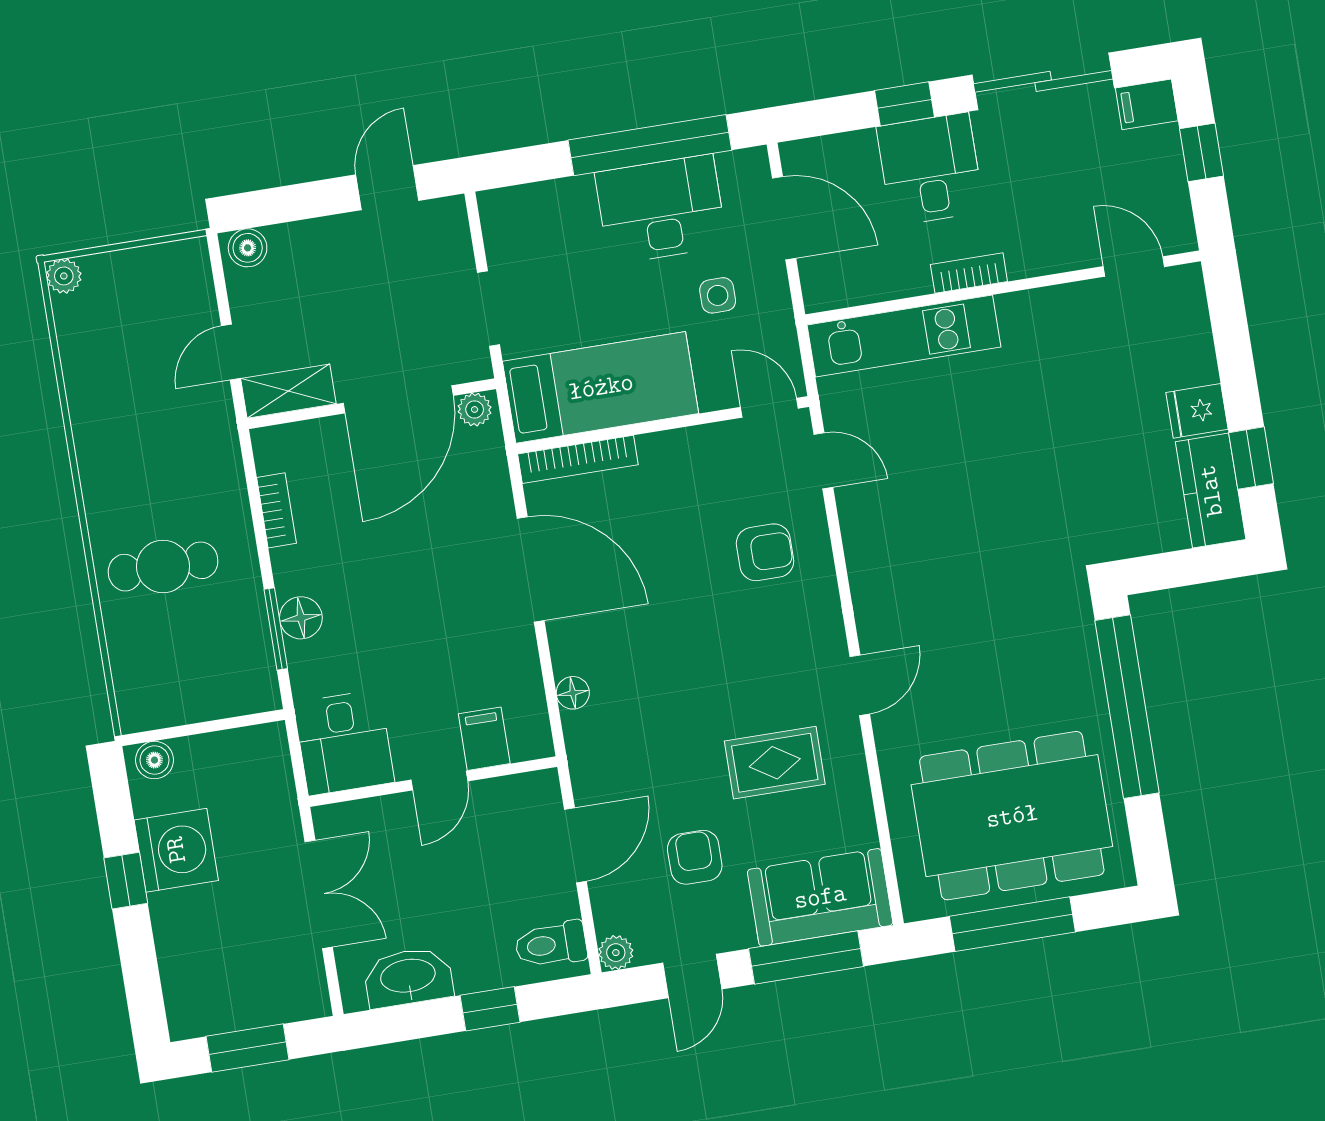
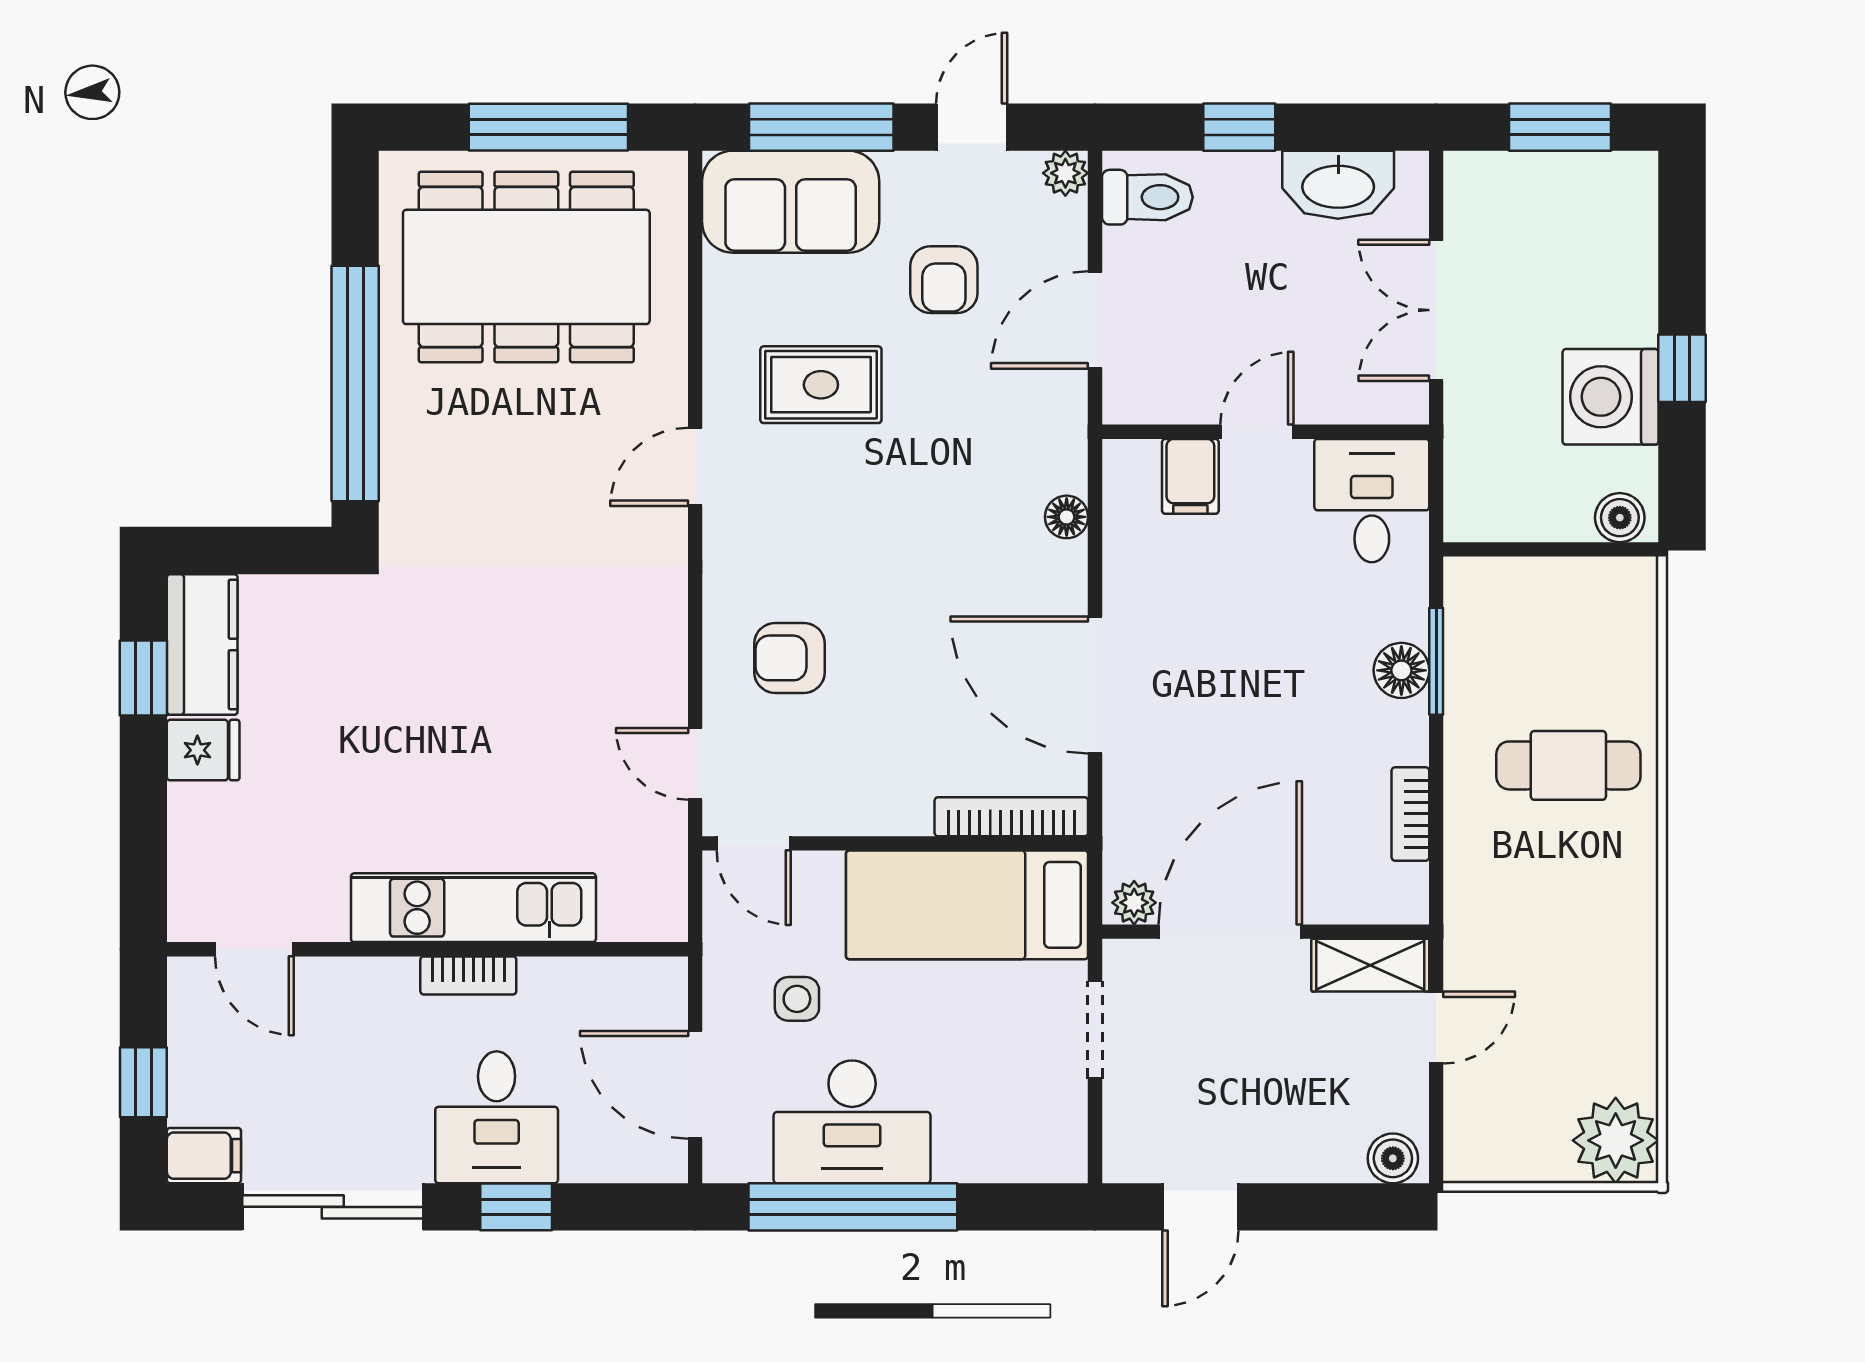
plant: (64, 276) -> (1616, 1140), width x1.88, depth x1.88
kitchen unit: (904, 336) -> (473, 908), moved

